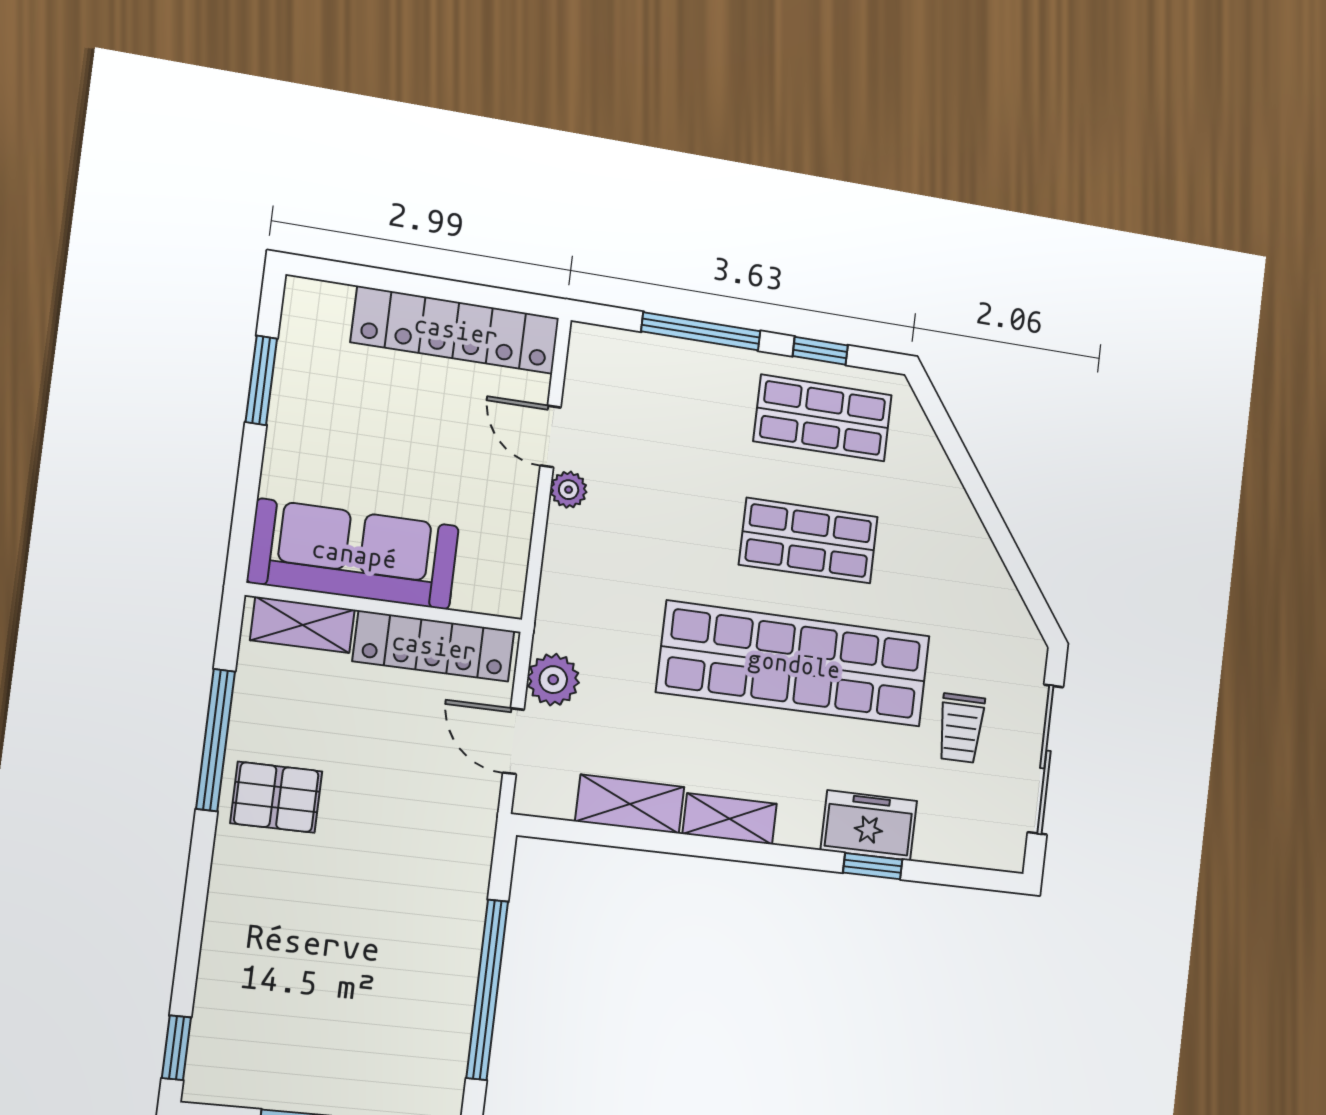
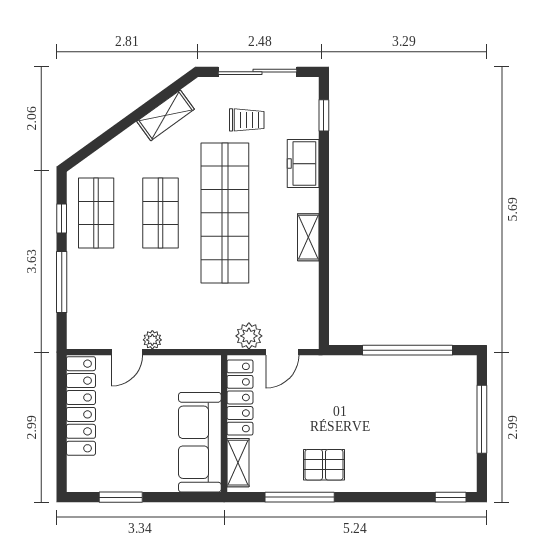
pallet: (276, 797) -> (324, 465), turned 90
shelving: (630, 804) -> (165, 115), moved, turned 54
window: (873, 866) -> (324, 115), moved

